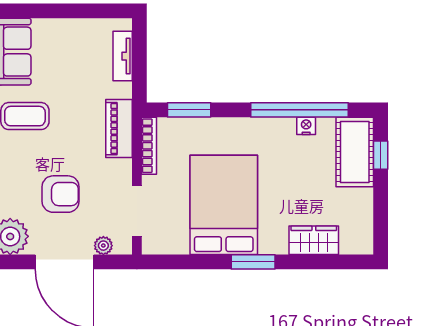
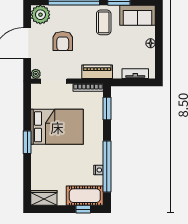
floor lamp: (65, 27) -> (151, 43), added
wardrobe: (314, 240) -> (44, 198), moved, turned -90
plant: (103, 246) -> (36, 74), moved

